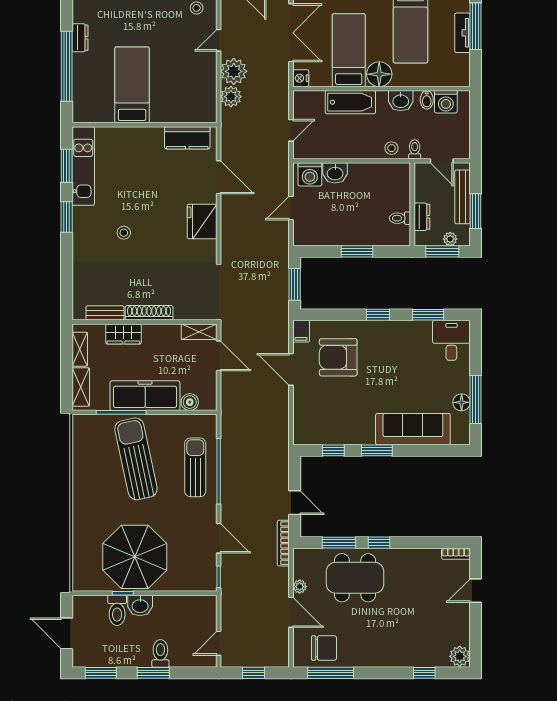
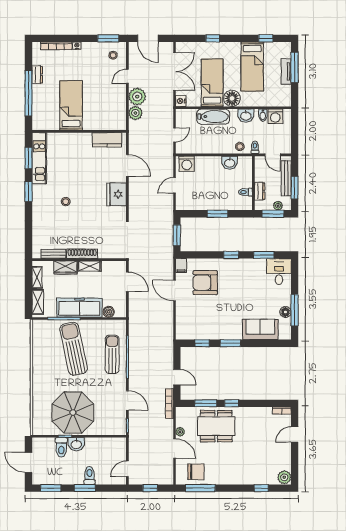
washbasin: (335, 173) -> (230, 163), moved
shelving: (199, 332) -> (89, 266), moved
sofa: (413, 429) -> (260, 329), width x0.73

